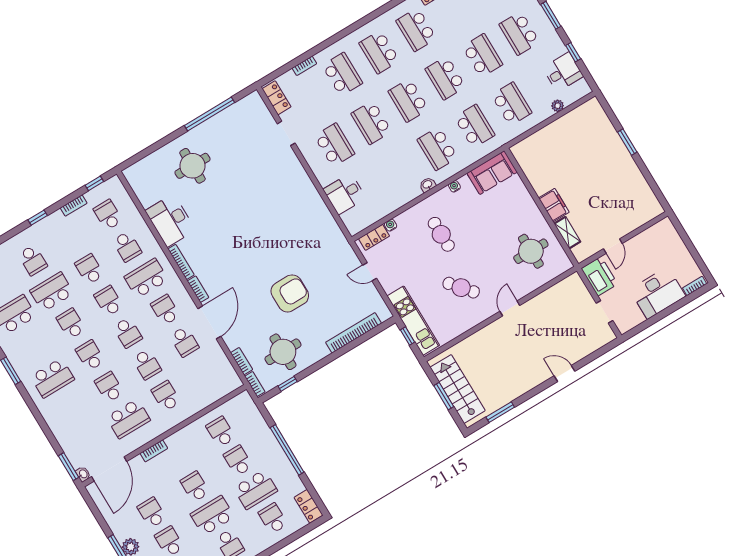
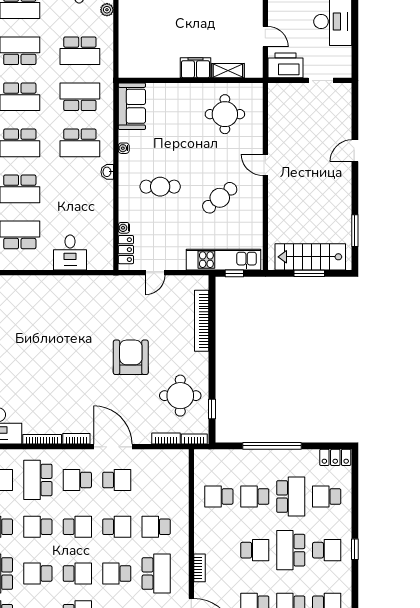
school desk: (512, 104) -> (80, 51), turned 180
school desk: (90, 355) -> (77, 574), turned 180
school desk: (195, 487) -> (255, 550), turned 180

